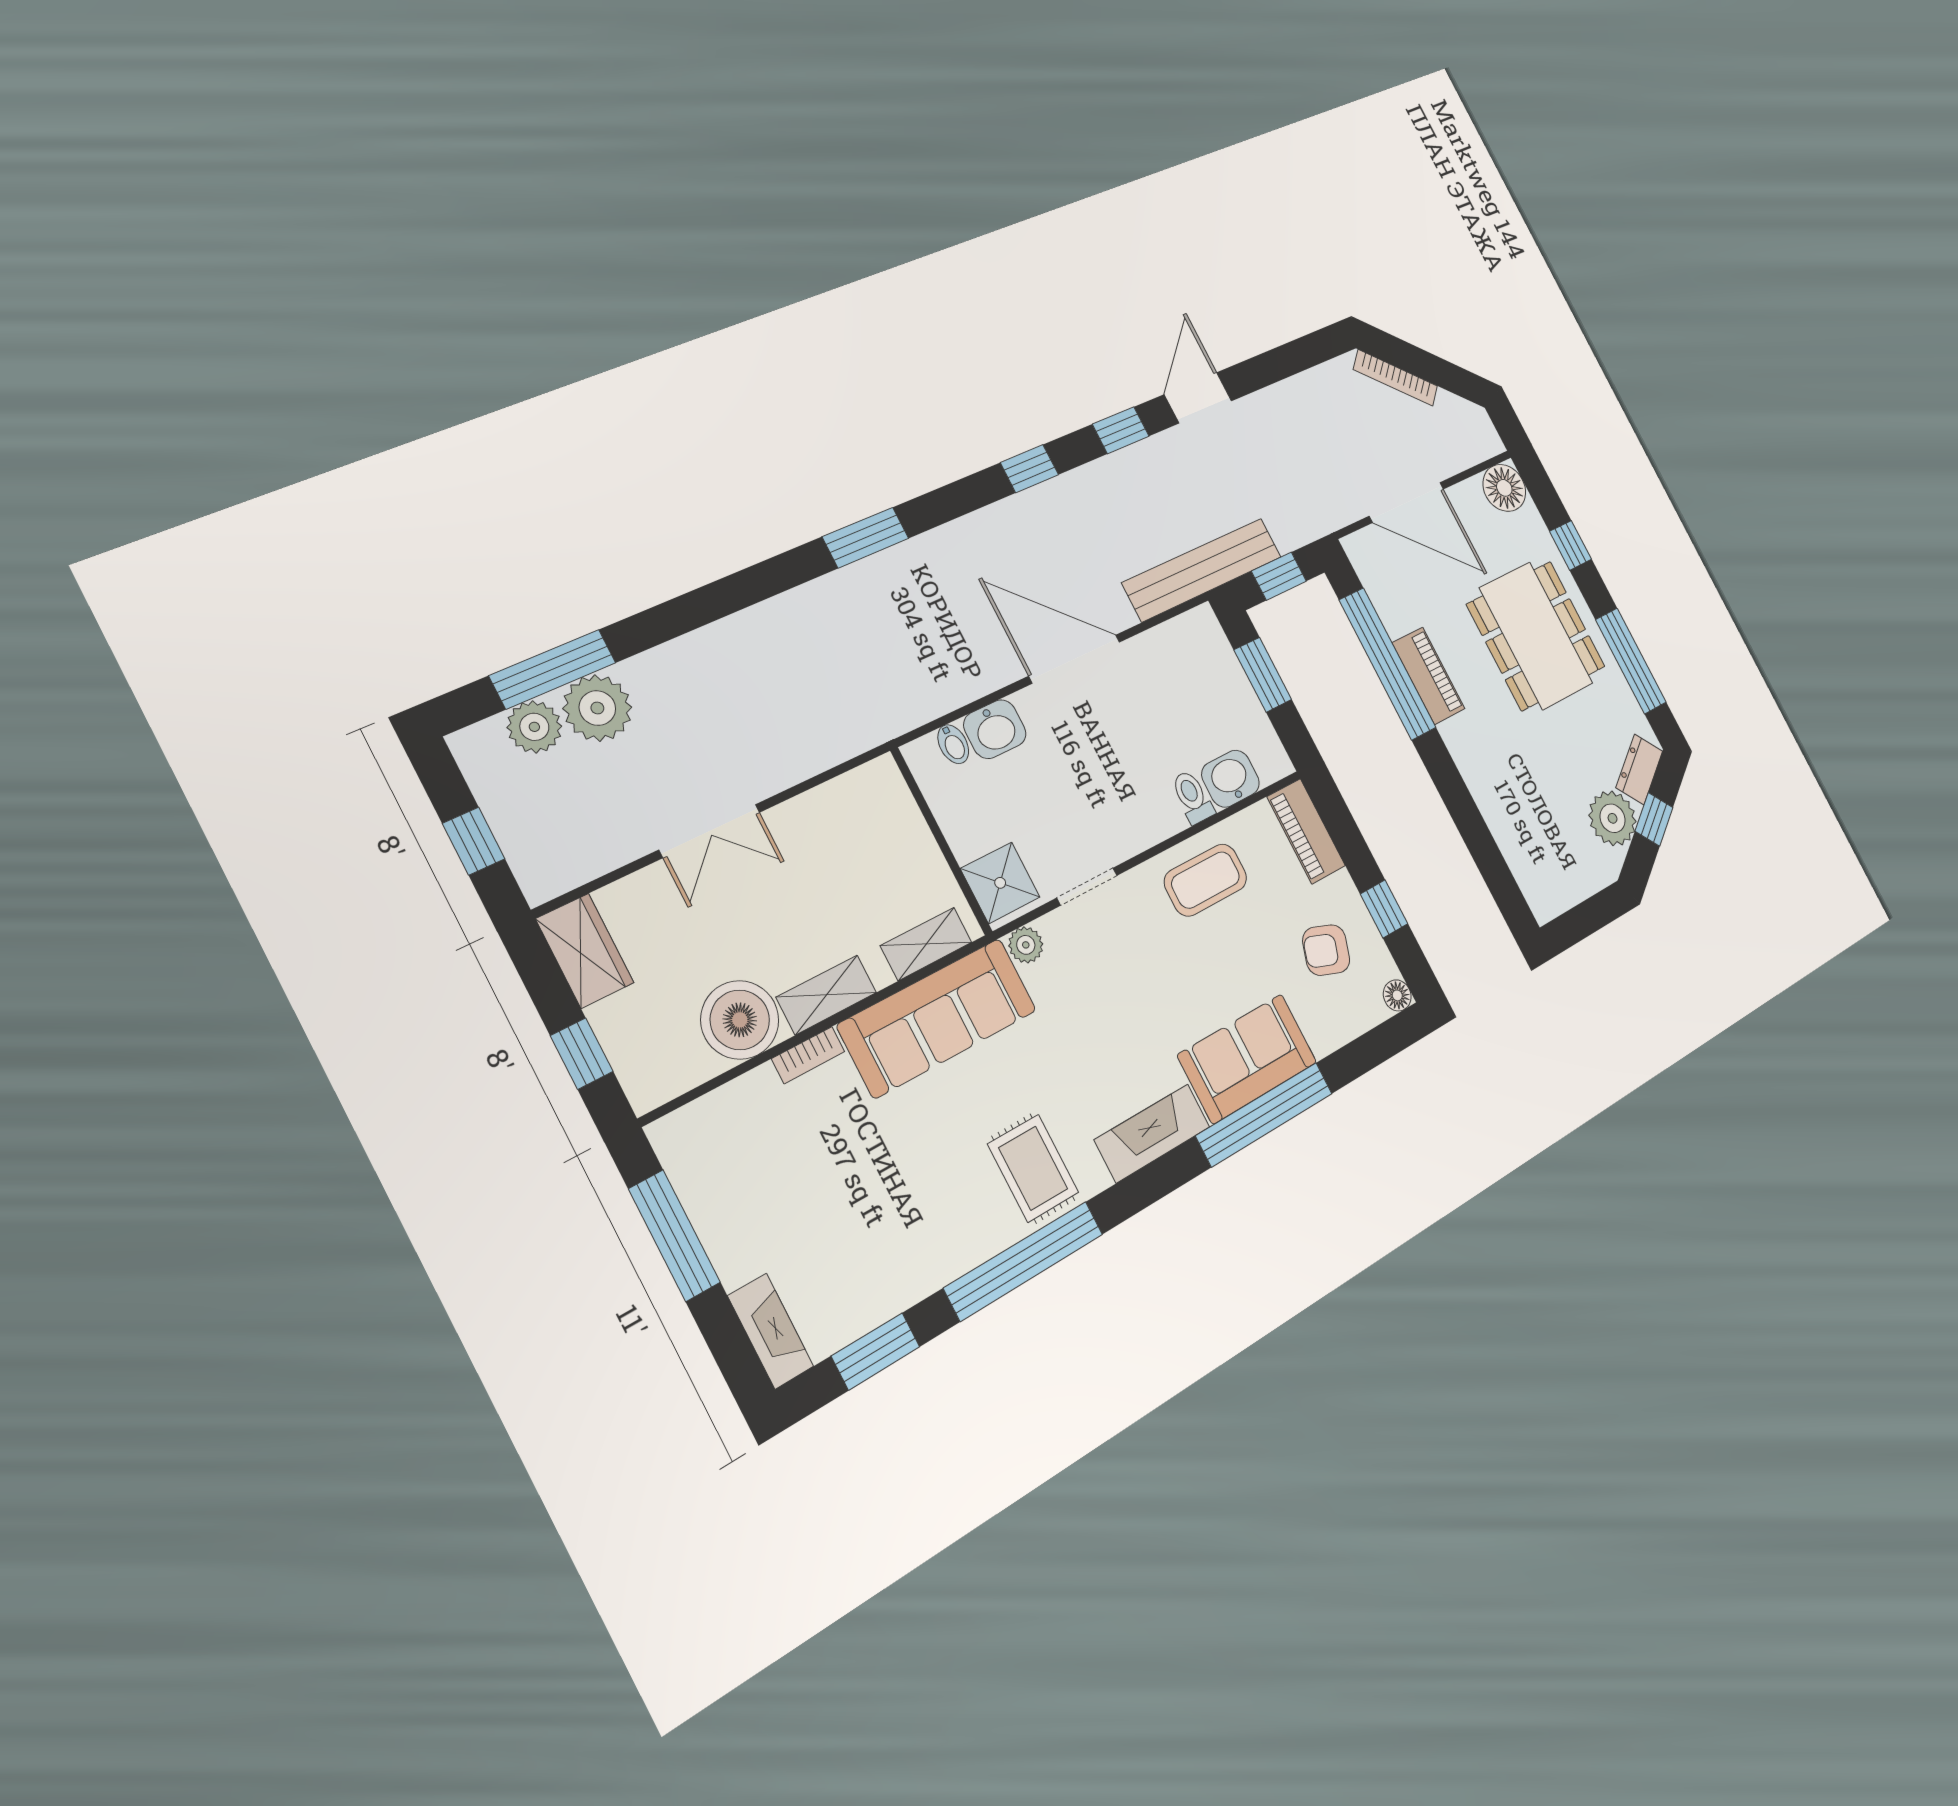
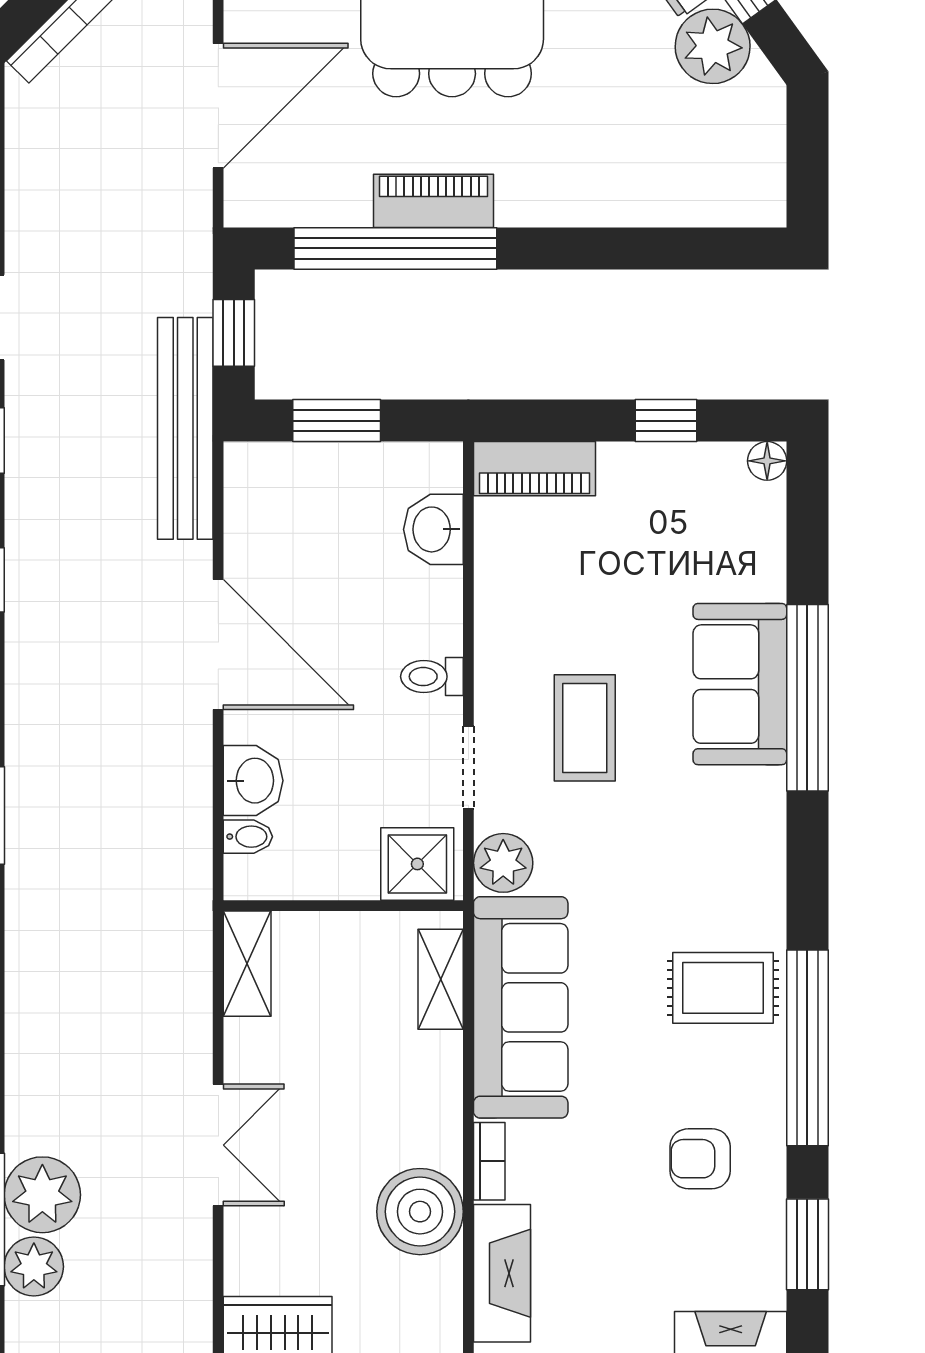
door: (1074, 659) -> (218, 644), swing flipped
toilet: (1192, 797) -> (432, 677), moved
coffee table: (1206, 880) -> (585, 728), moved
plant: (1026, 945) -> (503, 863), width x1.38, depth x1.38
armchair: (1326, 950) -> (700, 1159), moved, turned 71
shelving: (826, 995) -> (247, 964), moved
fireplace: (1152, 1133) -> (502, 1273), moved, turned 180

